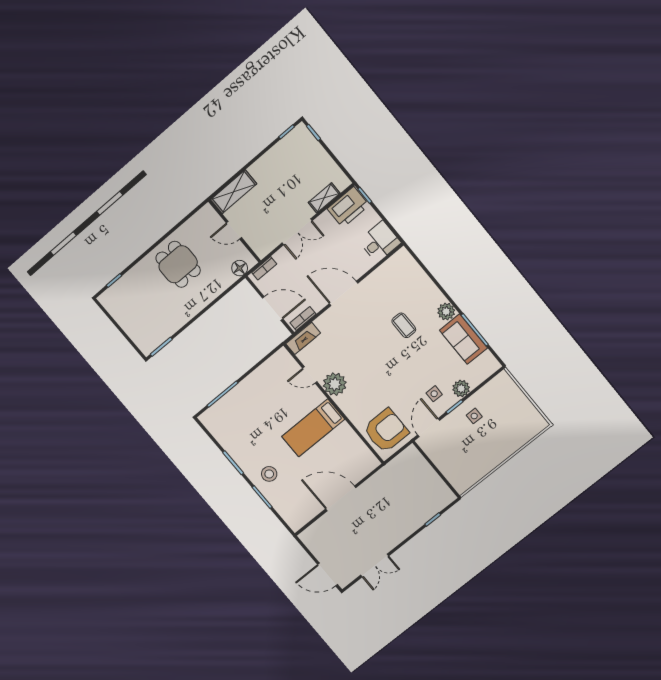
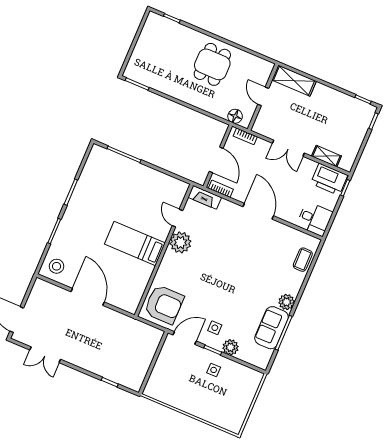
coffee table: (404, 325) -> (303, 260), moved
stool: (269, 474) -> (57, 266), moved

